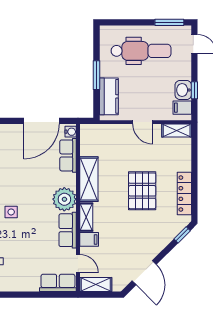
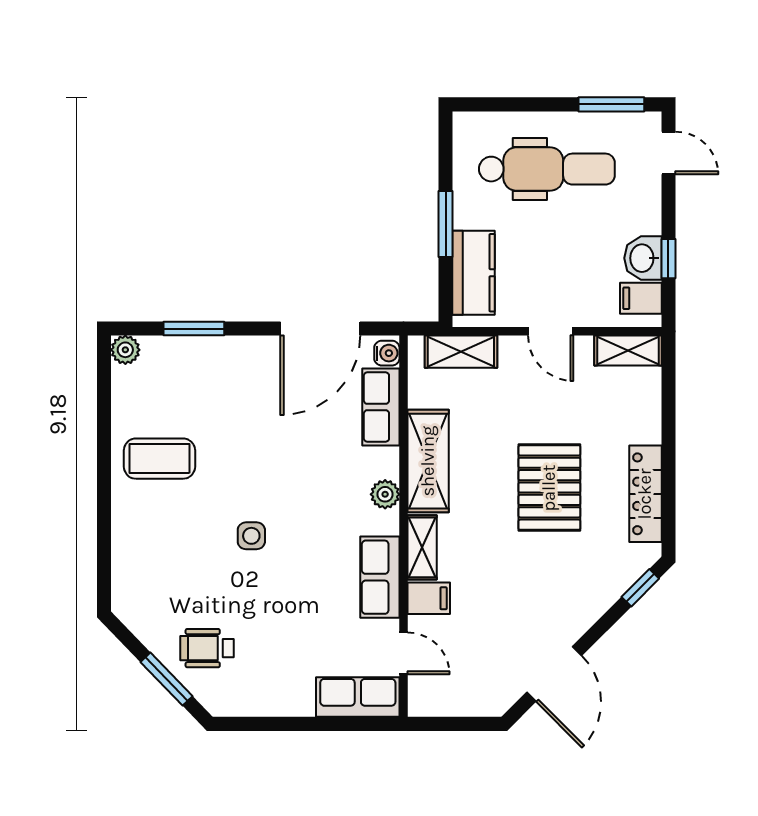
plant: (64, 199) -> (385, 494), width x0.53, depth x0.53
shelving: (96, 284) -> (461, 352), moved

